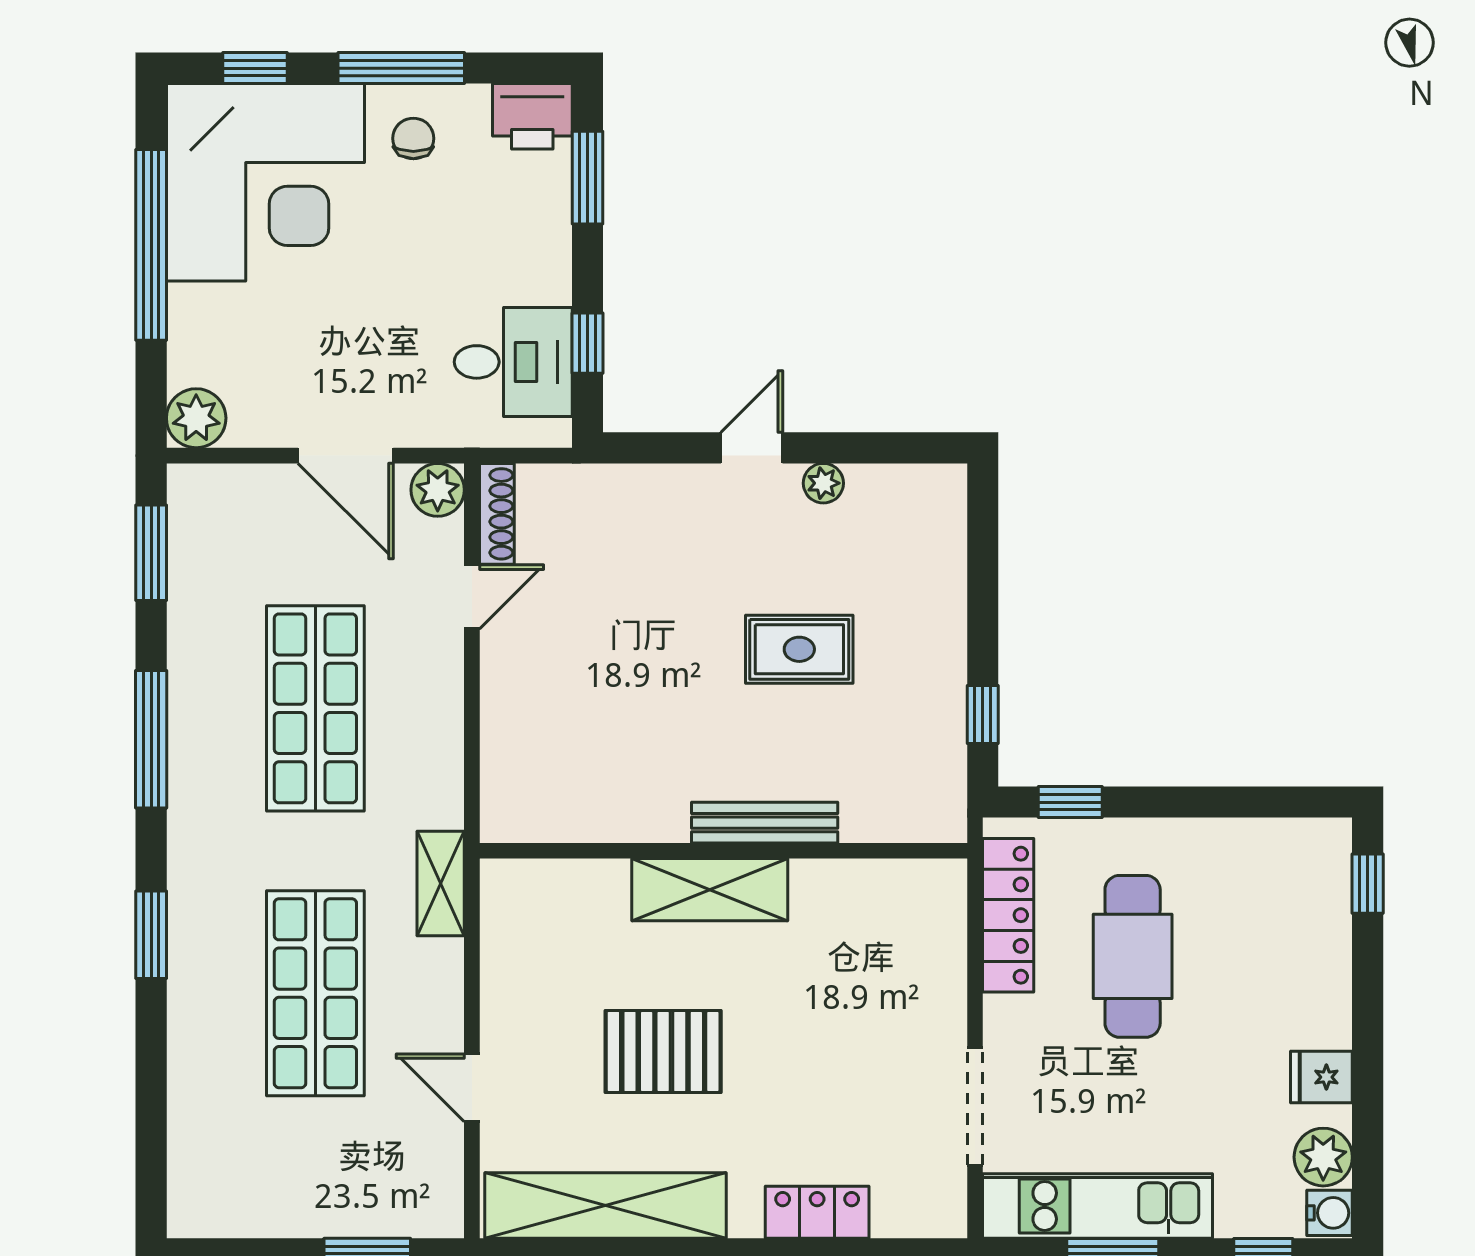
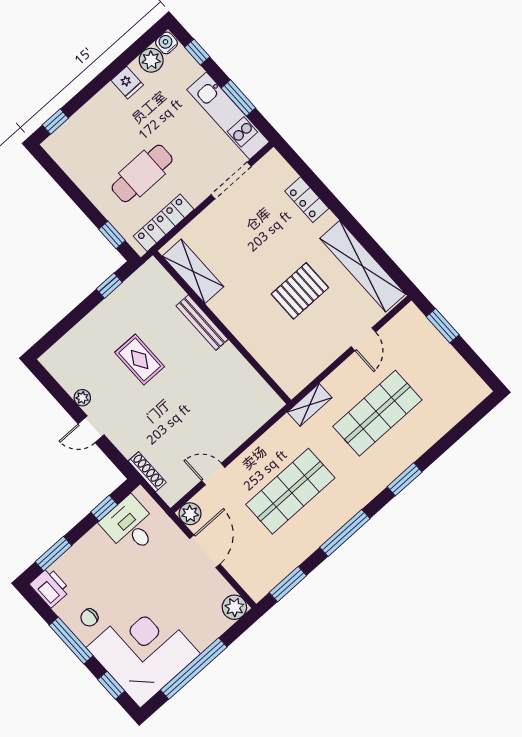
shoe rack: (497, 514) -> (147, 472), moved, turned 90
shelving: (710, 890) -> (193, 271), moved
pallet: (663, 1052) -> (300, 291), turned 90

